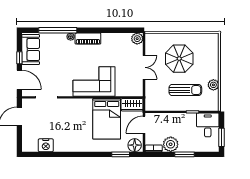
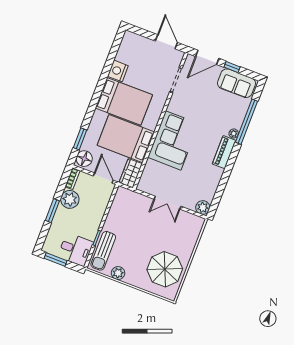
parasol: (179, 59) -> (165, 269), moved
sun lounger: (185, 90) -> (103, 251), moved
bed: (78, 132) -> (124, 101), added
nightstand: (46, 145) -> (118, 71), moved

